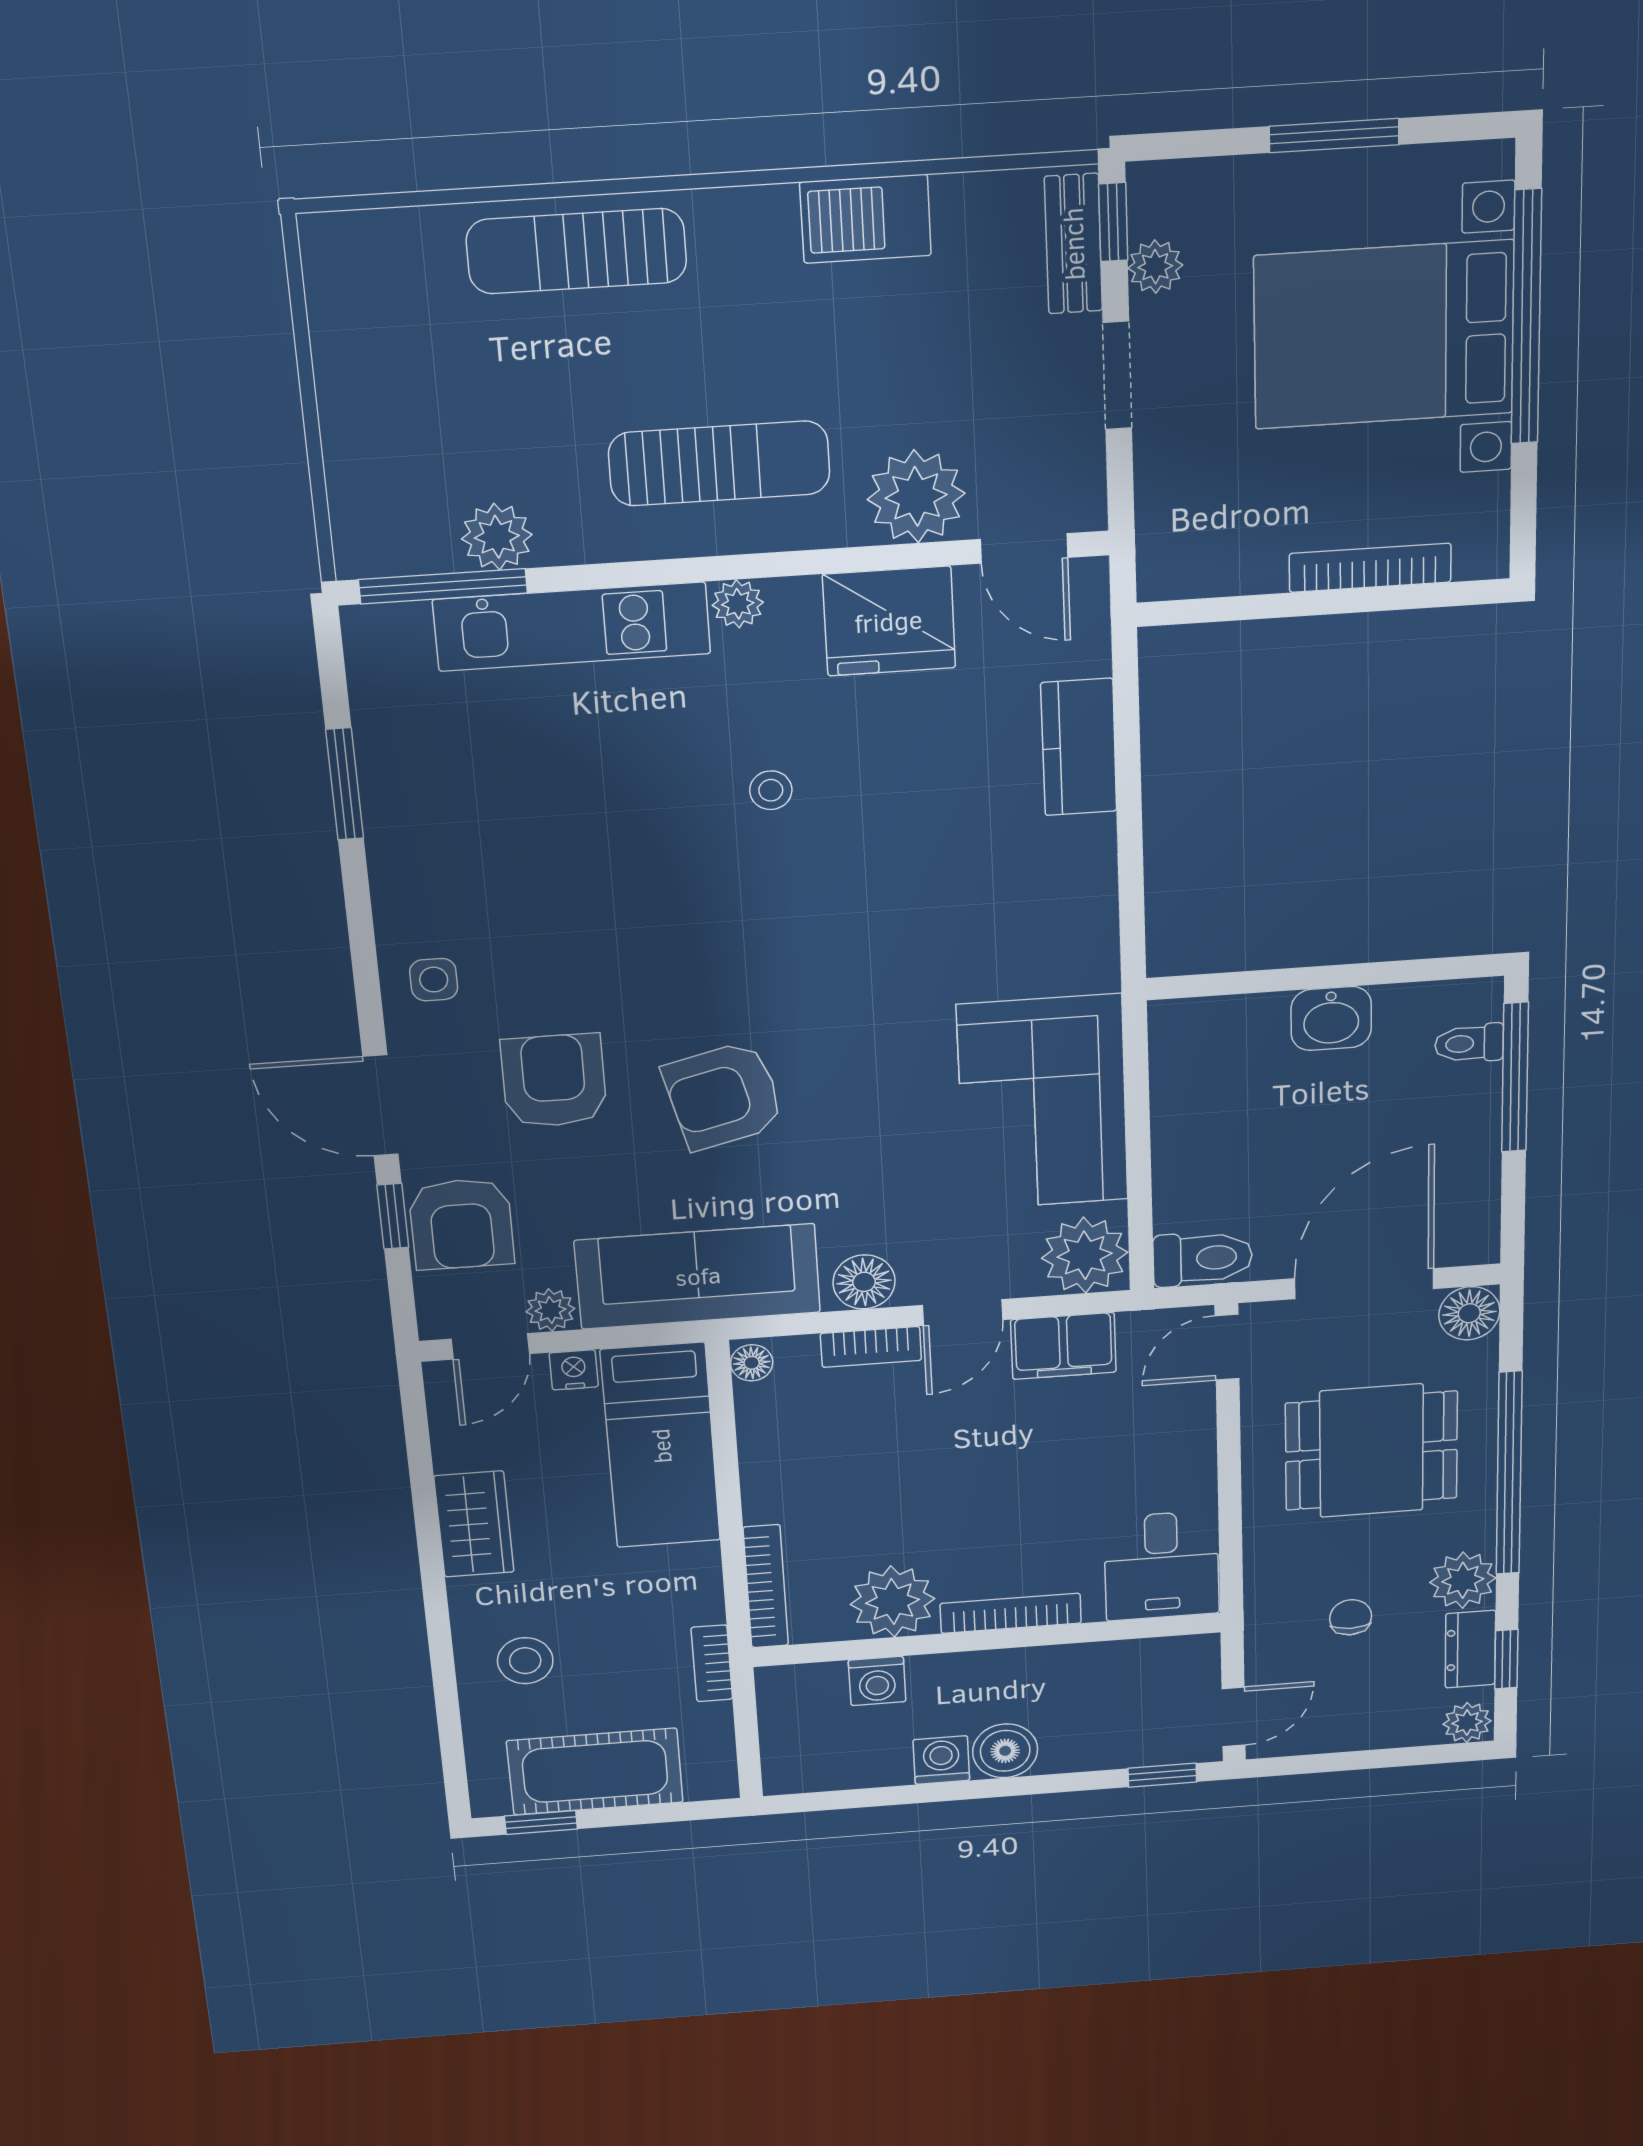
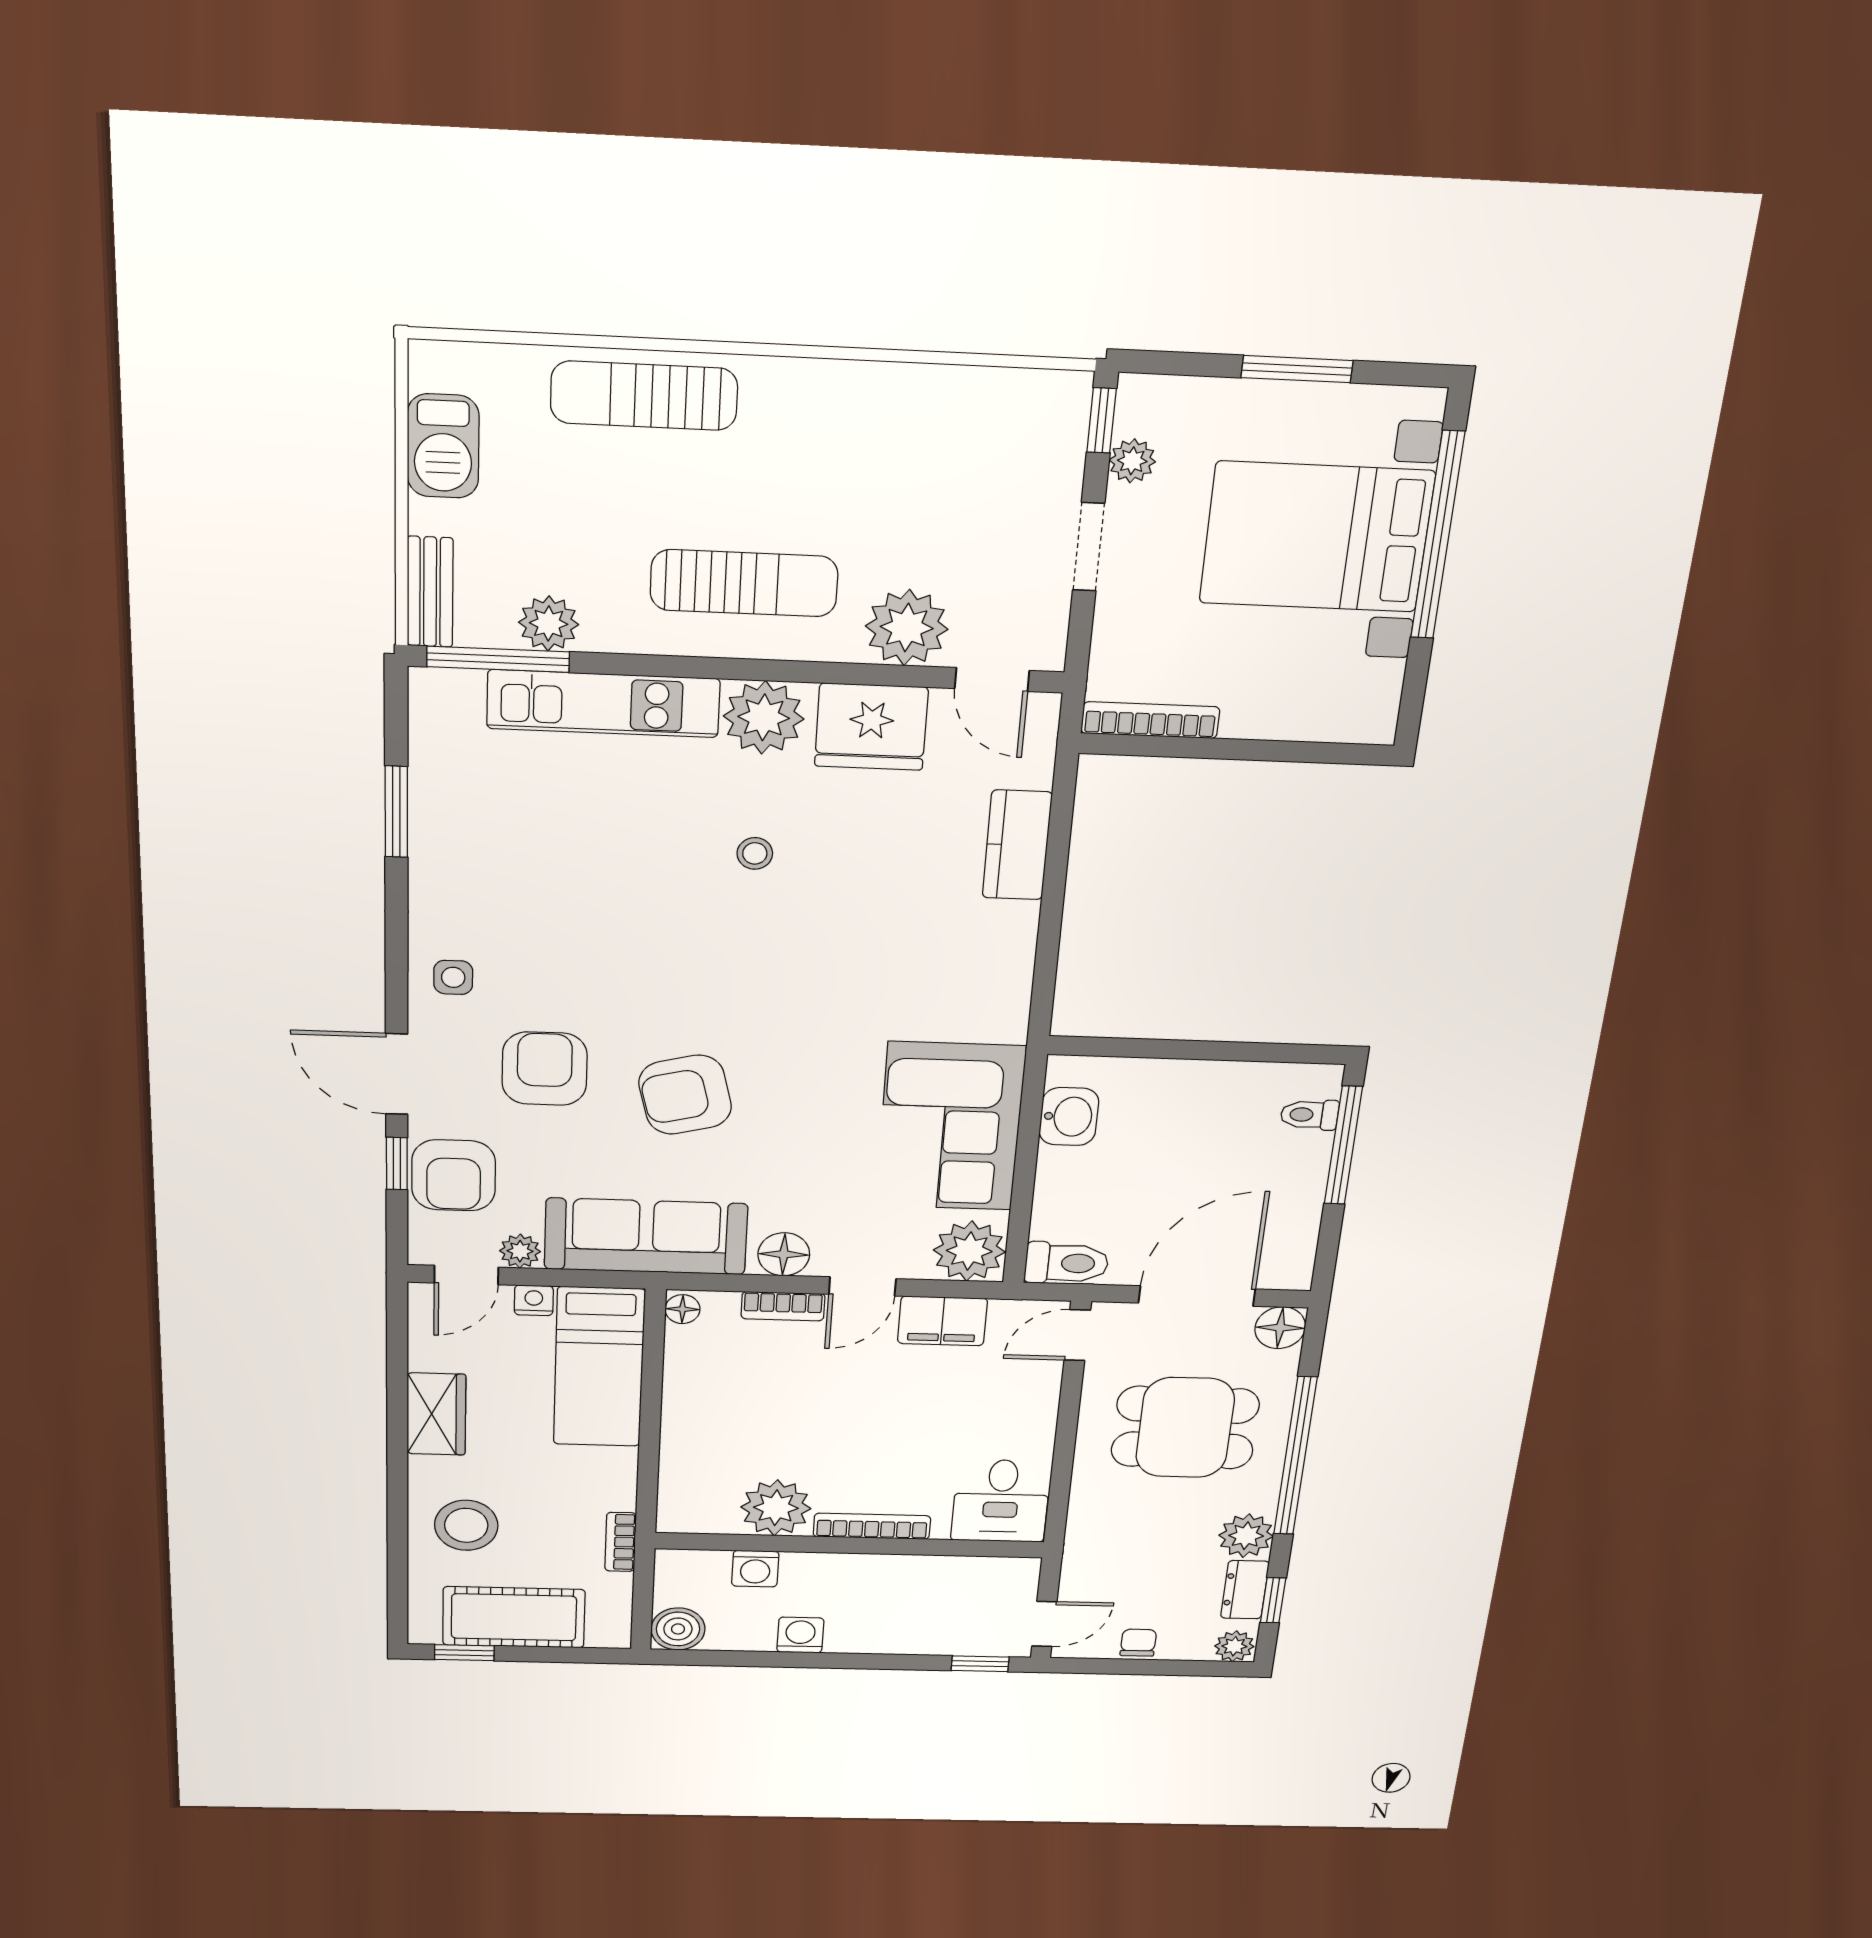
barbecue: (866, 219) -> (443, 446), moved, turned -90
bench: (1073, 244) -> (430, 592), moved
bookcase: (1370, 568) -> (1150, 720), moved
plant: (738, 604) -> (764, 717), width x1.88, depth x1.88
washbasin: (1331, 1019) -> (1069, 1117), moved, turned -90
bookcase: (766, 1586) -> (673, 1486), removed
chair: (1351, 1617) -> (1138, 1643), moved
stool: (525, 1661) -> (466, 1525), width x1.38, depth x1.38
boiler: (1005, 1751) -> (678, 1629), moved

